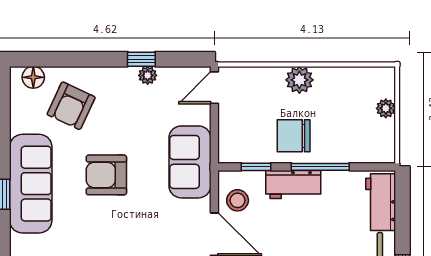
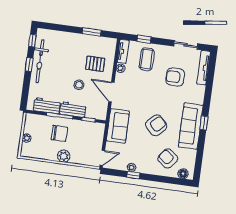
armchair: (71, 106) -> (168, 159), turned -77
chair: (294, 136) -> (59, 133), moved
armchair: (106, 175) -> (156, 125), turned -45
stool: (238, 200) -> (79, 85), moved
workbench: (381, 202) -> (47, 106), moved, turned -90

